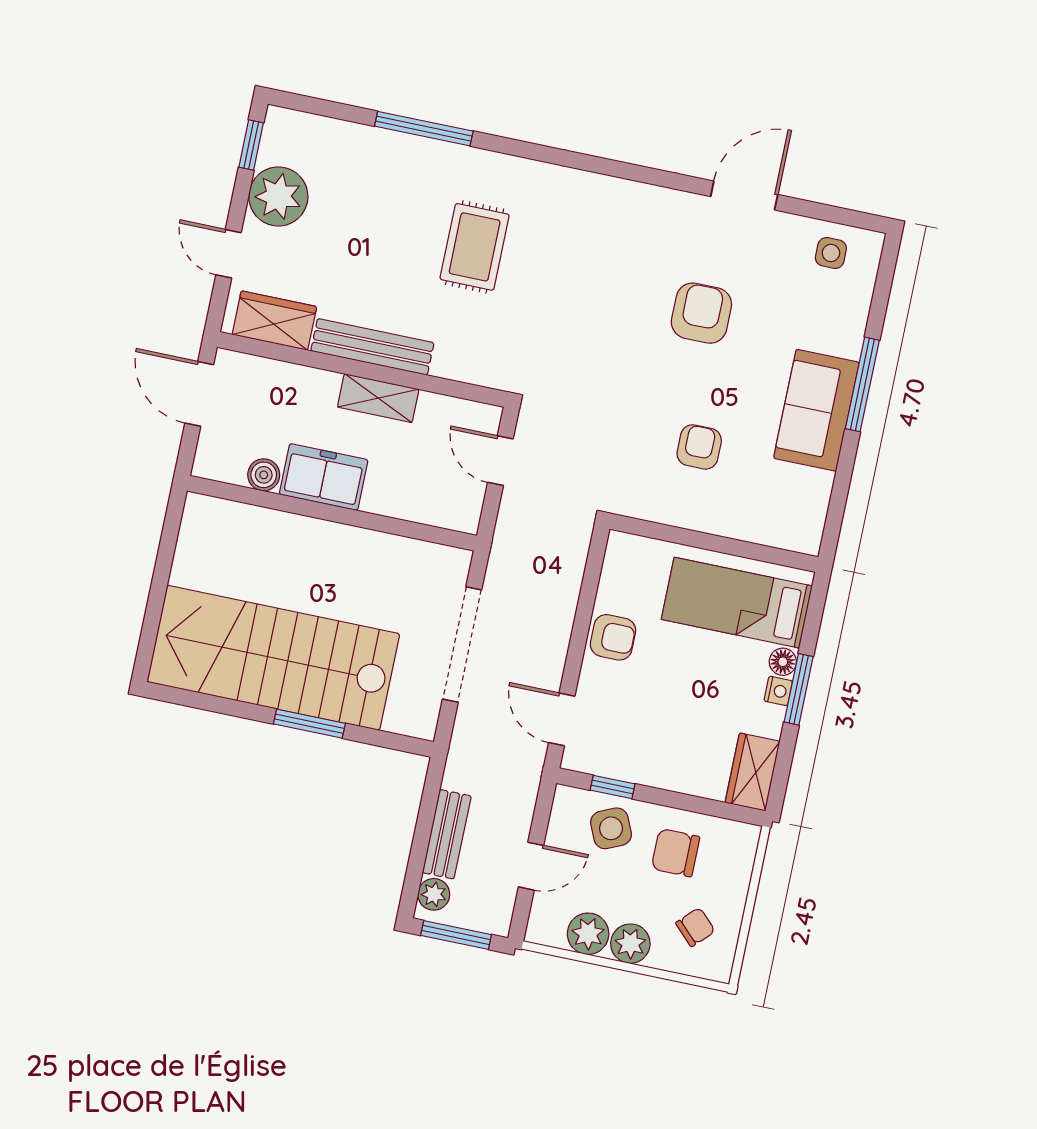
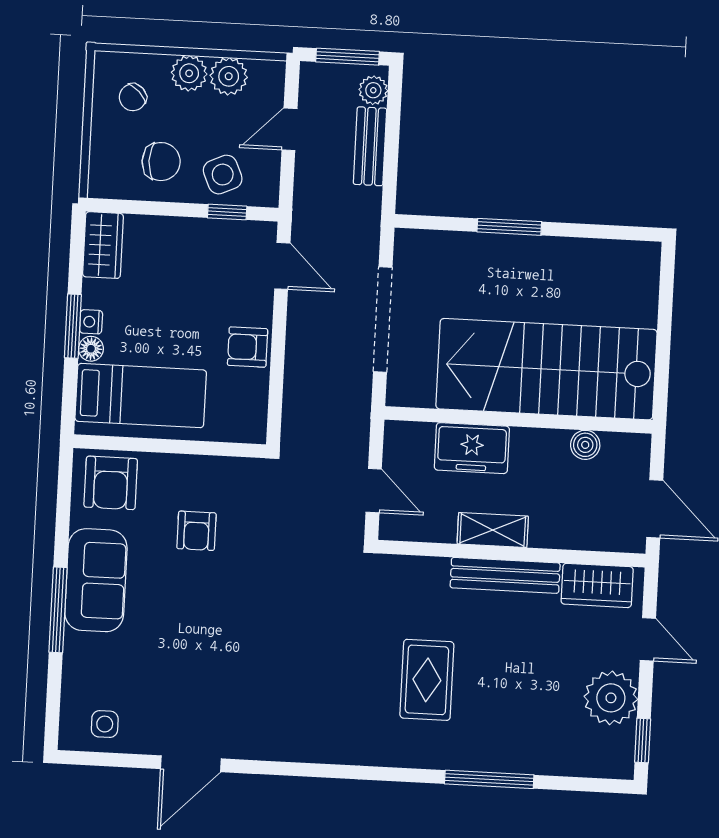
armchair: (701, 313) -> (111, 483), moved
freezer: (324, 477) -> (472, 448), moved
stairs: (273, 658) -> (546, 369), moved, turned 180

